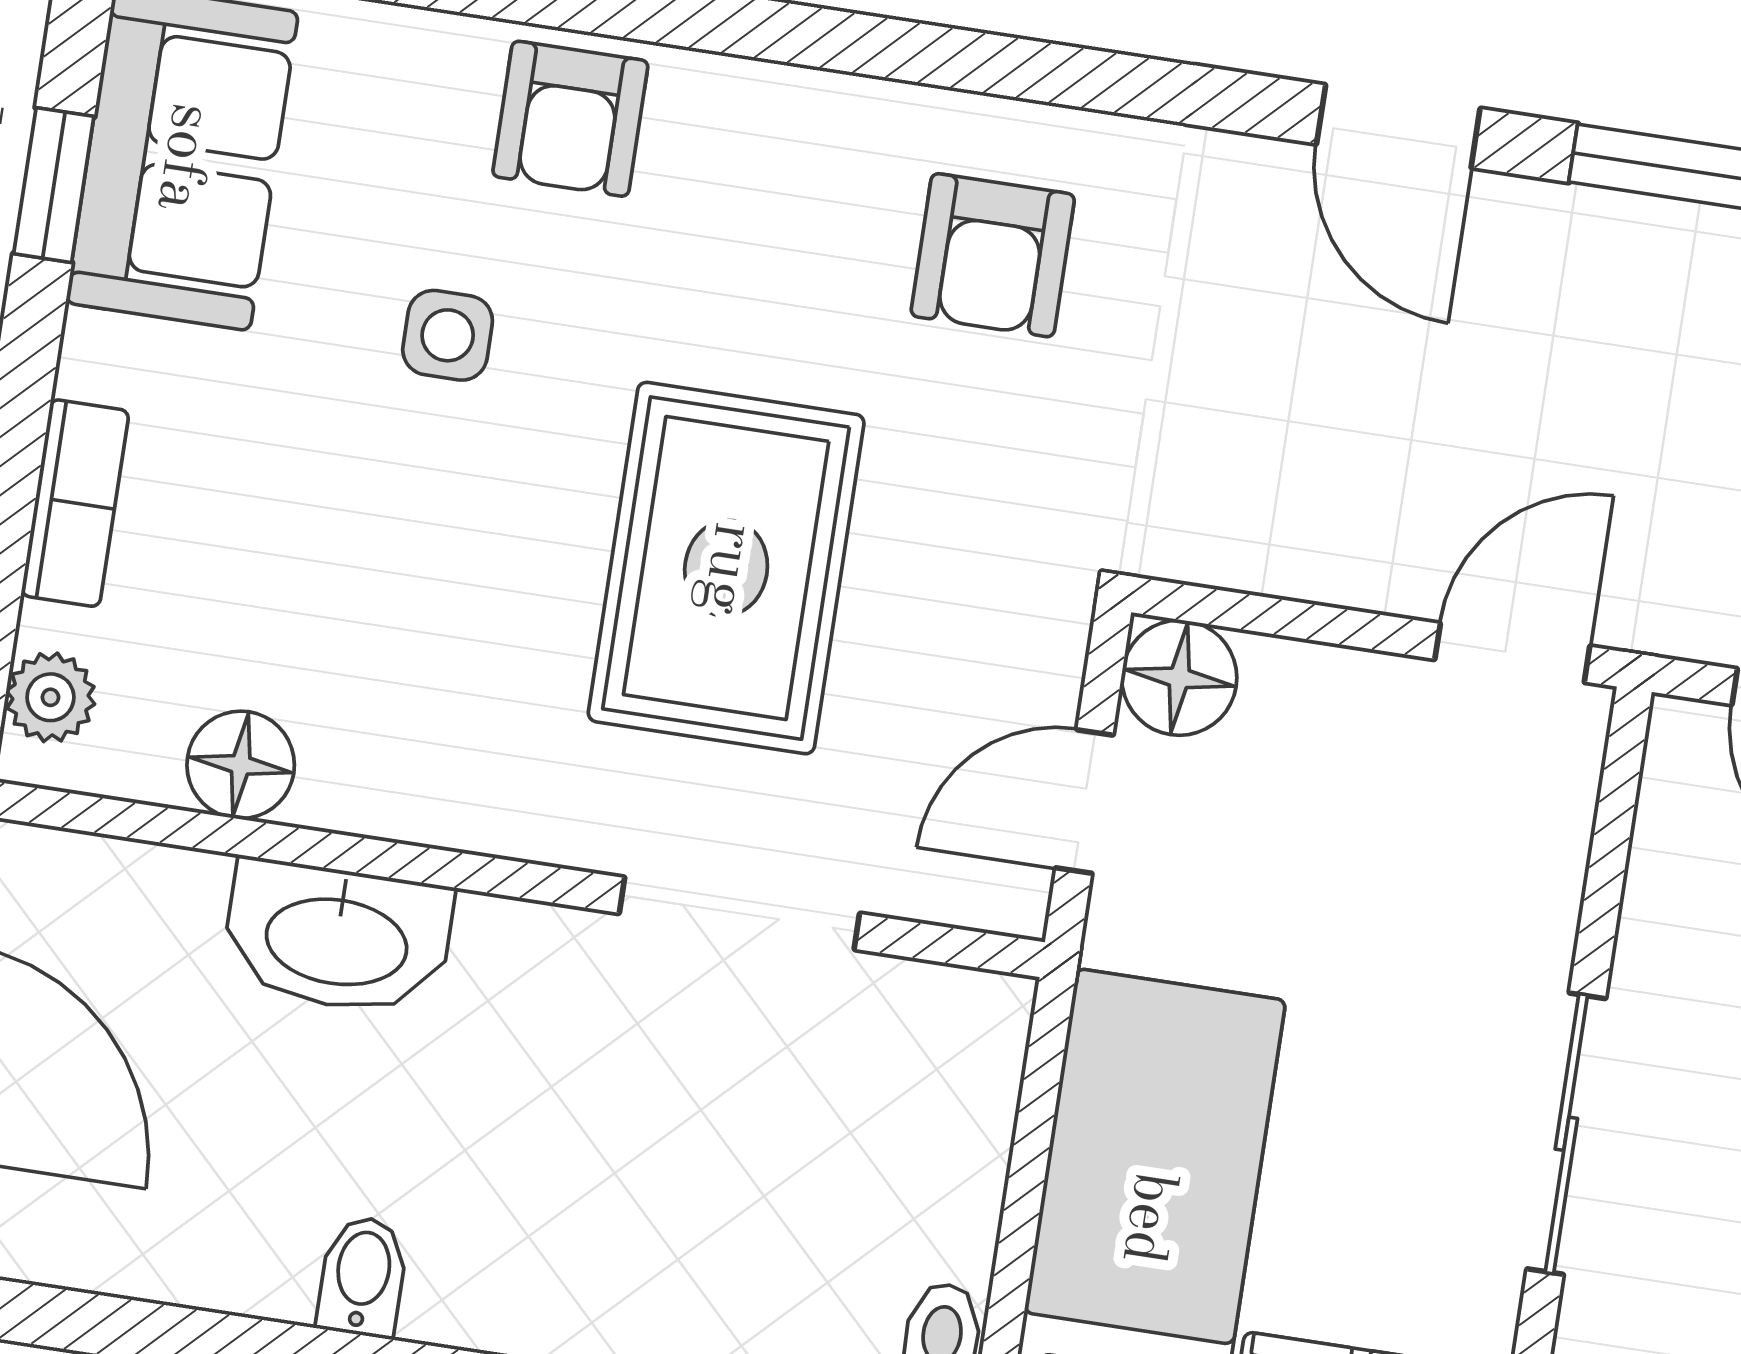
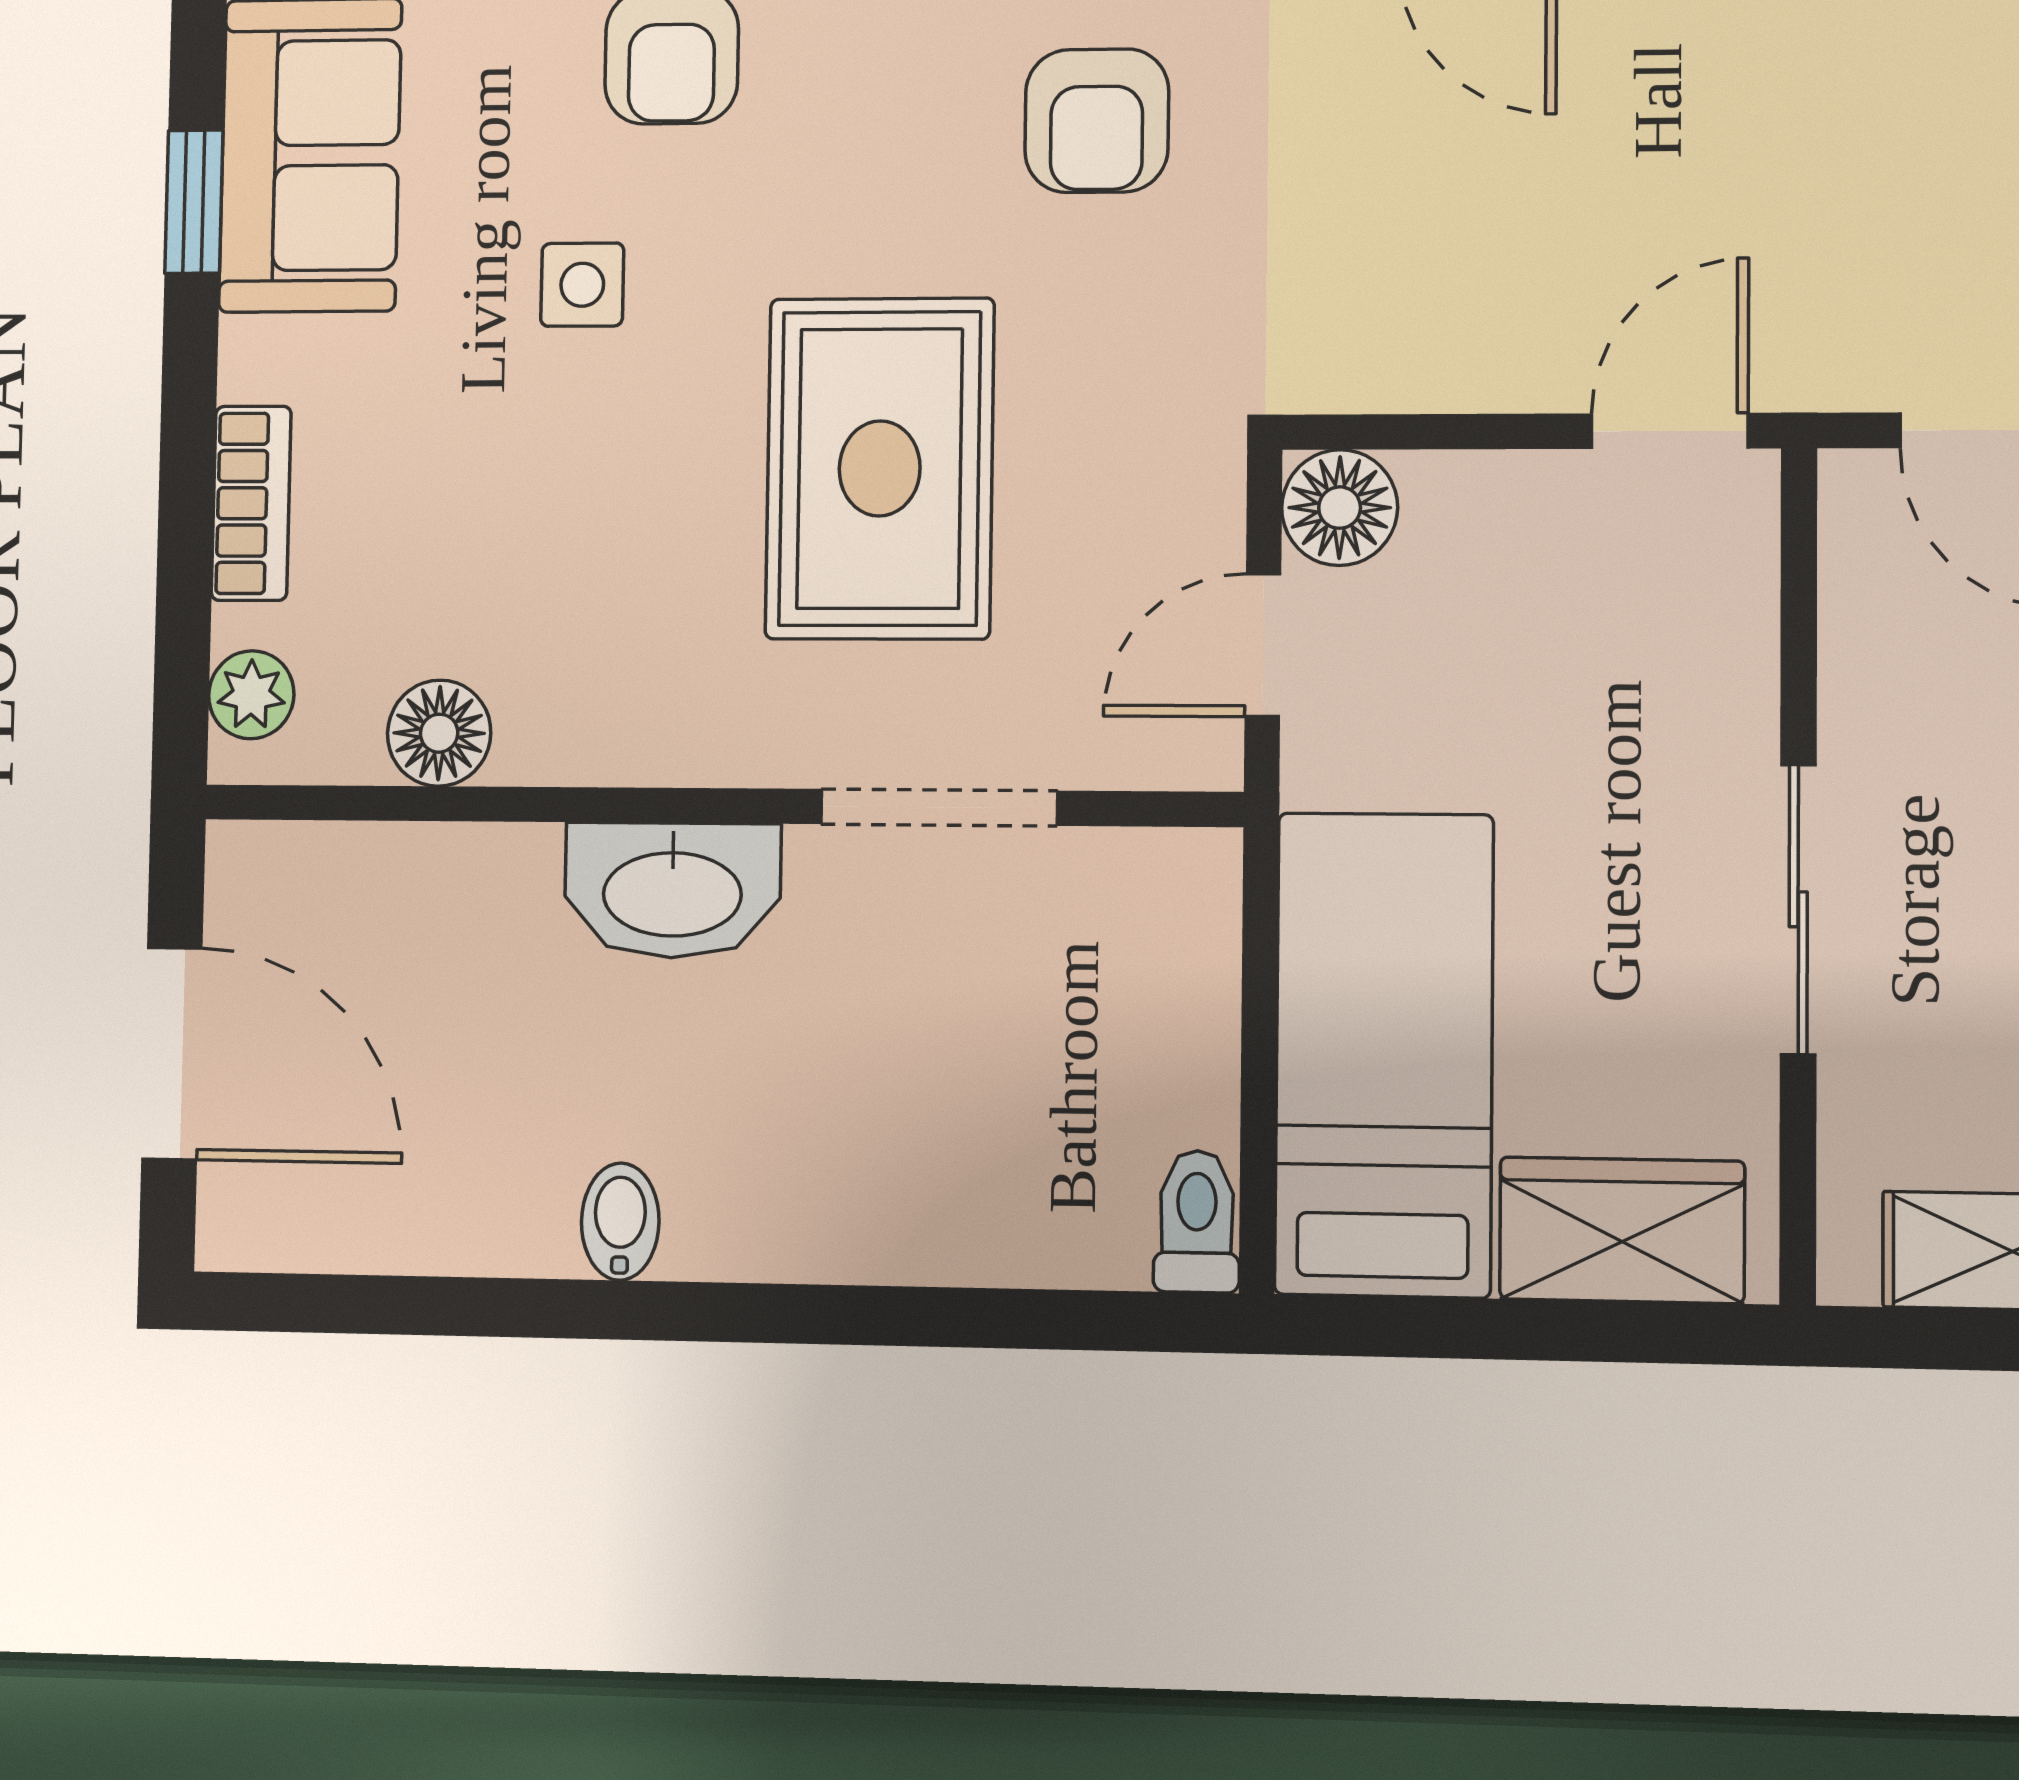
washbasin: (337, 938) -> (672, 890), moved

